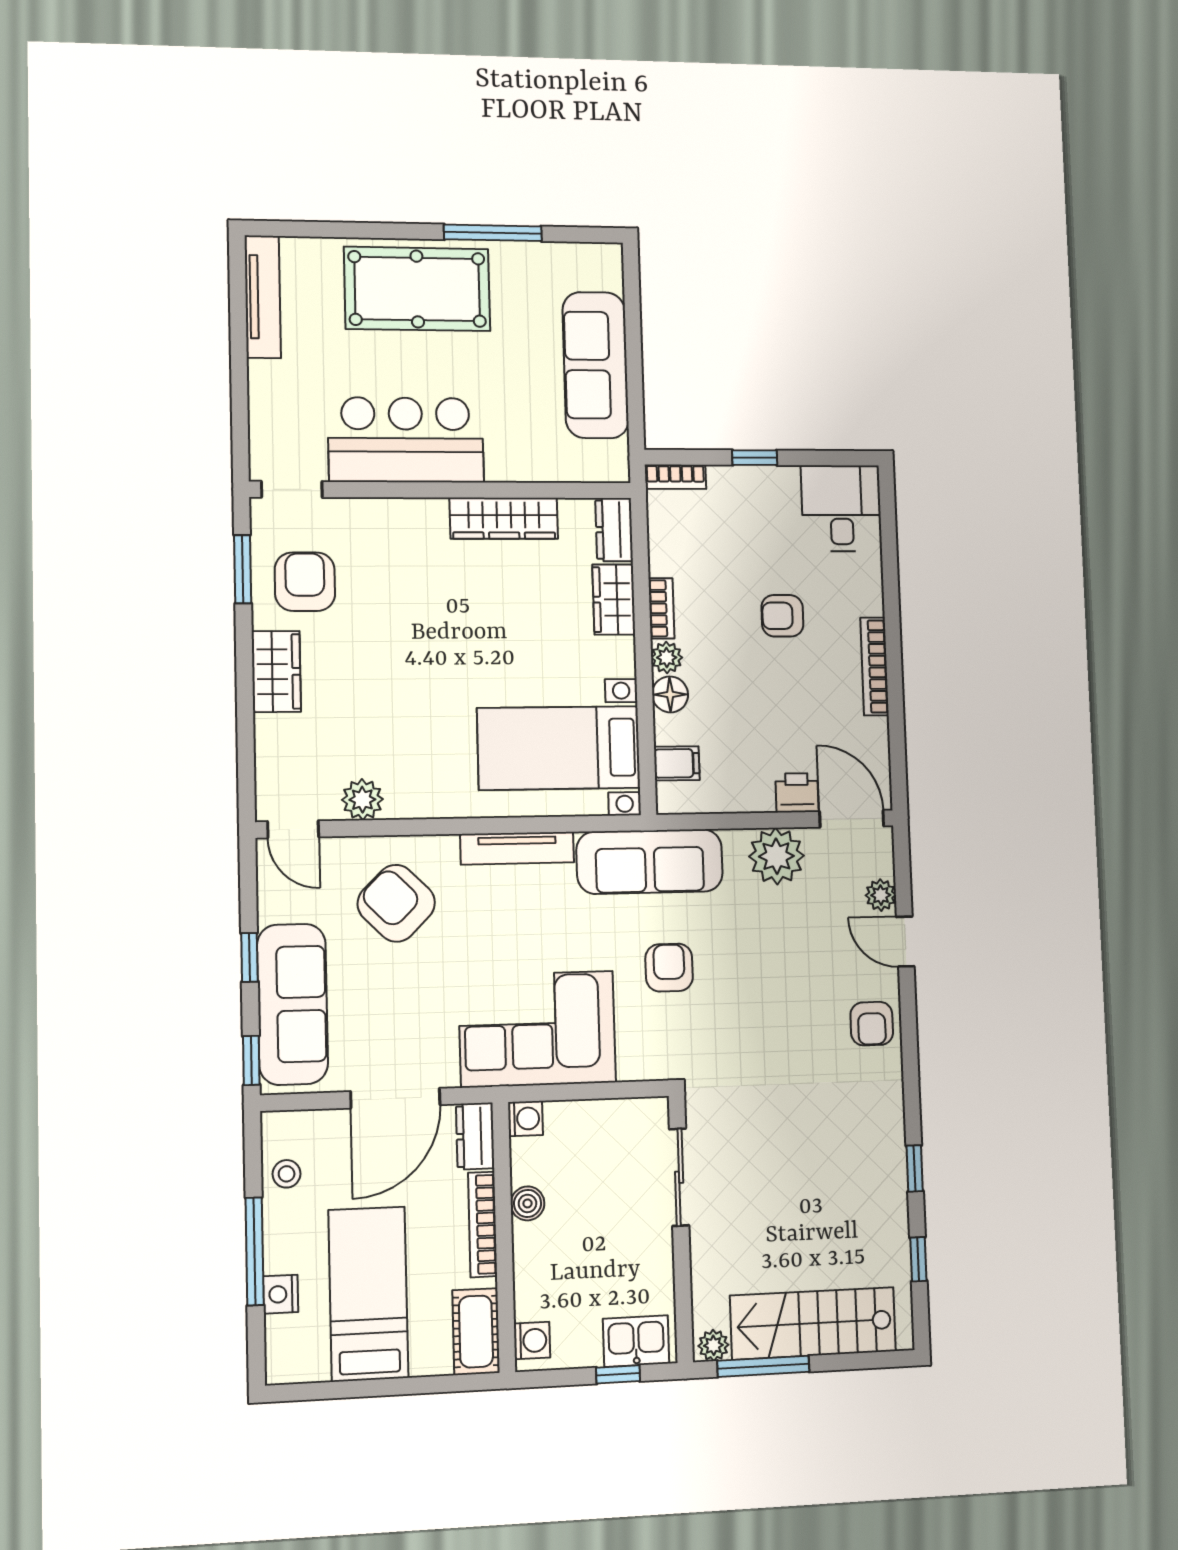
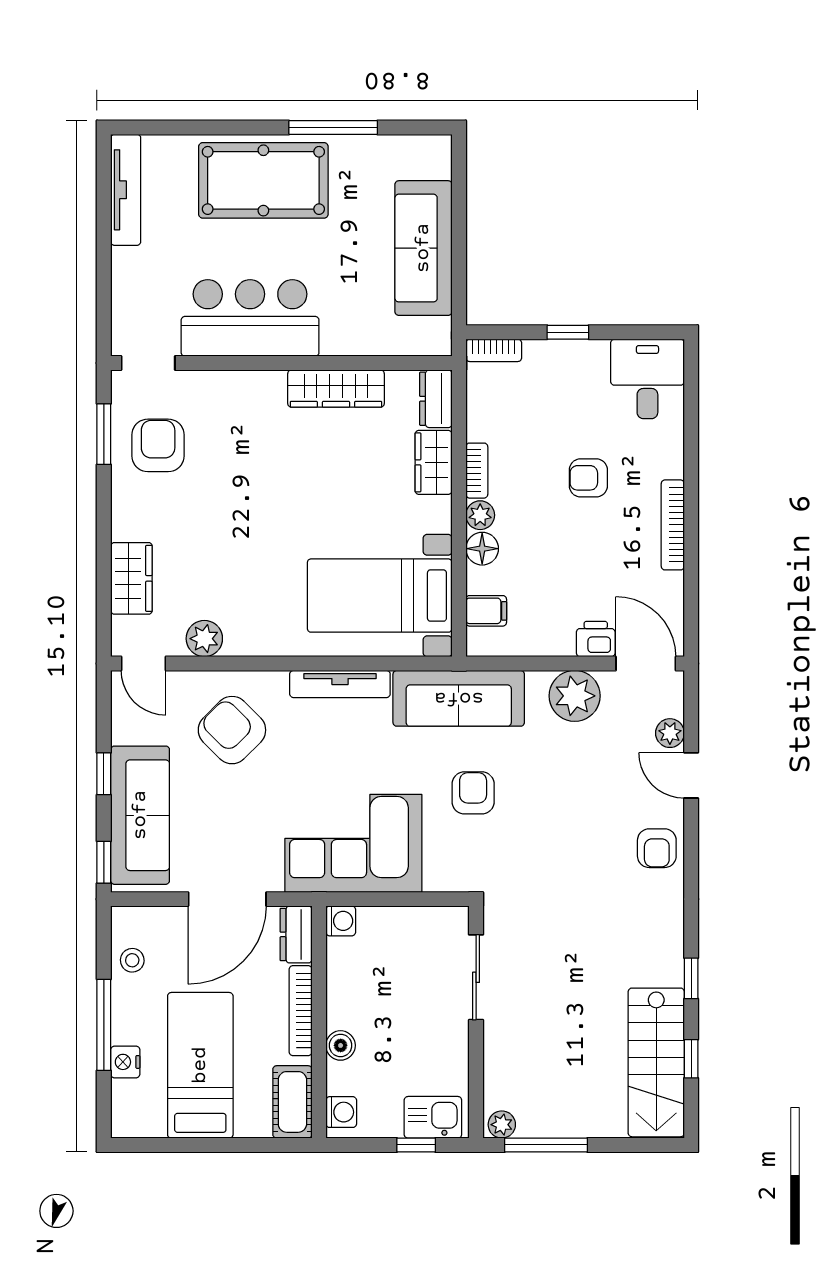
wardrobe: (276, 672) -> (131, 578), moved
boiler: (528, 1203) -> (341, 1045), moved
stairs: (813, 1323) -> (656, 1062), moved, turned -90

